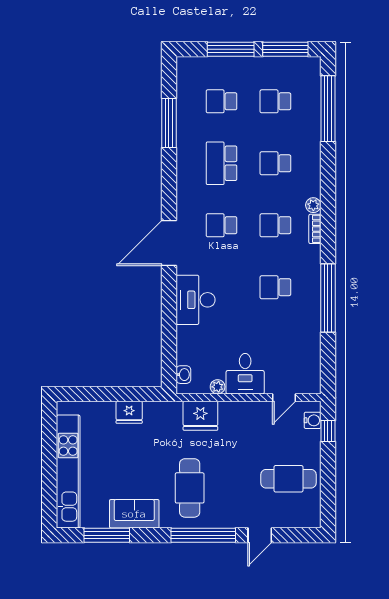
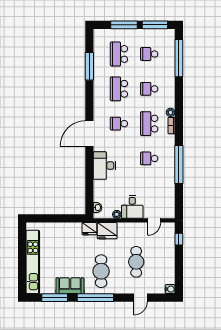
school desk: (222, 101) -> (119, 54), width x1.85
school desk: (275, 225) -> (149, 124), width x1.85
fridge: (129, 412) -> (89, 229), moved
water cooler: (313, 420) -> (170, 289), moved
cafe table: (288, 479) -> (136, 262), moved, turned 90
window: (203, 535) -> (95, 298), moved

